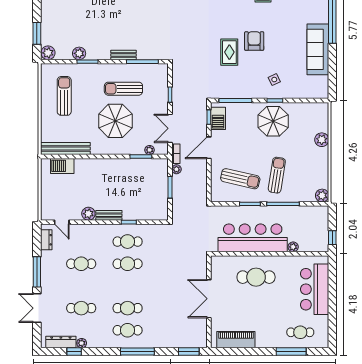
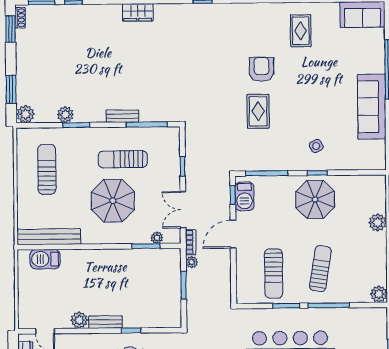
armchair: (254, 41) -> (262, 69), moved
sun lounger: (240, 179) -> (274, 274), turned 77

